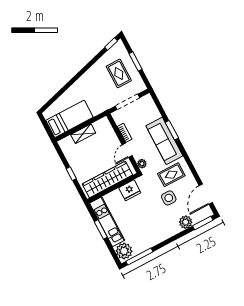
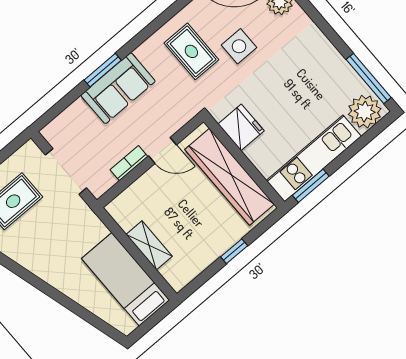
sofa: (164, 141) -> (118, 88), width x0.73
plant: (142, 164) -> (183, 115), removed
window: (101, 229) -> (311, 186), moved

